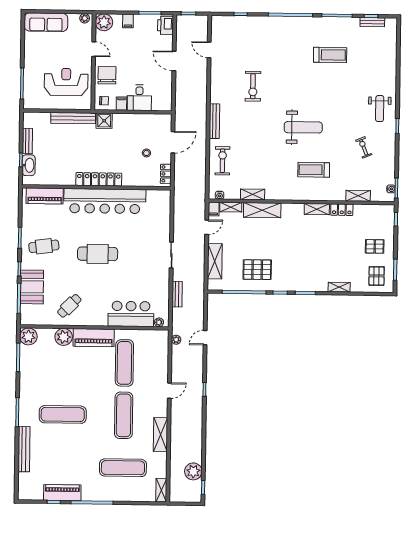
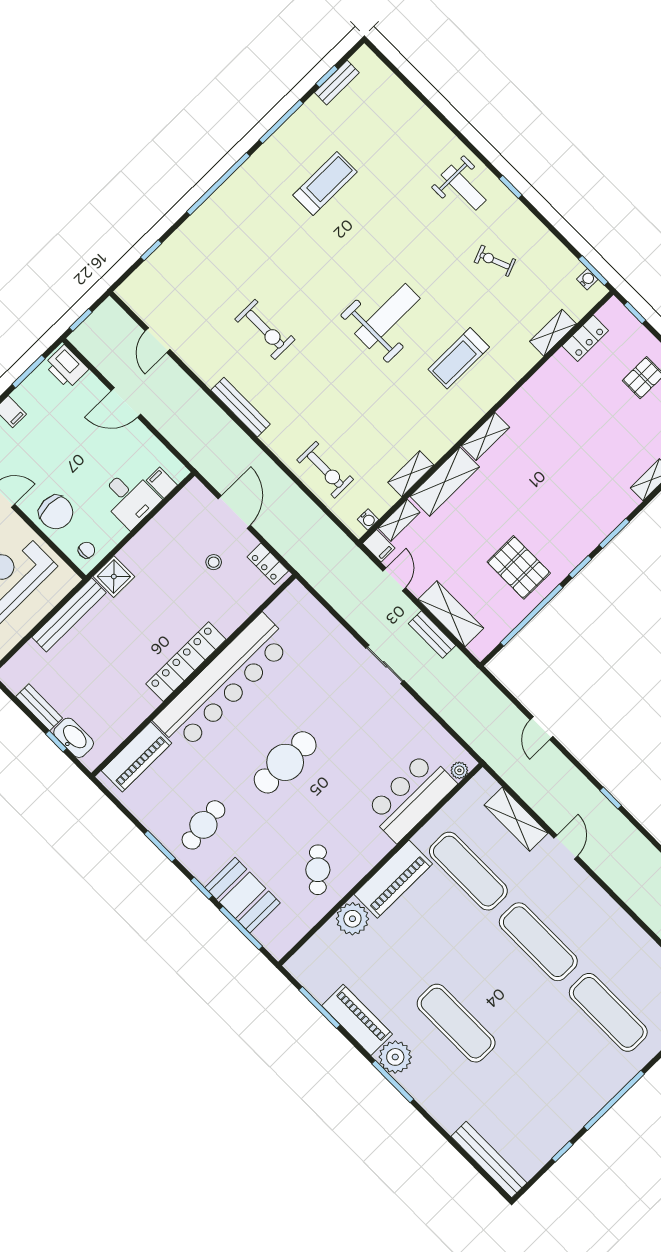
door: (209, 50) -> (158, 340), hinge flipped
chair: (107, 75) -> (56, 512), turned 180
filing cabinet: (121, 104) -> (162, 483), moved
bench: (214, 121) -> (241, 407), moved
exercise bike: (222, 161) -> (325, 470), turned 180
shelving: (317, 209) -> (485, 436), moved
locker: (342, 210) -> (585, 338), moved
pallet: (257, 270) -> (519, 567), turned 90
bench: (177, 294) -> (432, 635), moved
plant: (28, 336) -> (395, 1057), moved
plant: (176, 340) -> (506, 770), removed
exercise mat: (63, 414) -> (456, 1023), turned 90
shelving: (161, 435) -> (516, 819), moved
bench: (24, 449) -> (489, 1160), moved
exercise mat: (123, 468) -> (608, 1012), turned 90
piano: (62, 493) -> (357, 1020), moved, turned 90

